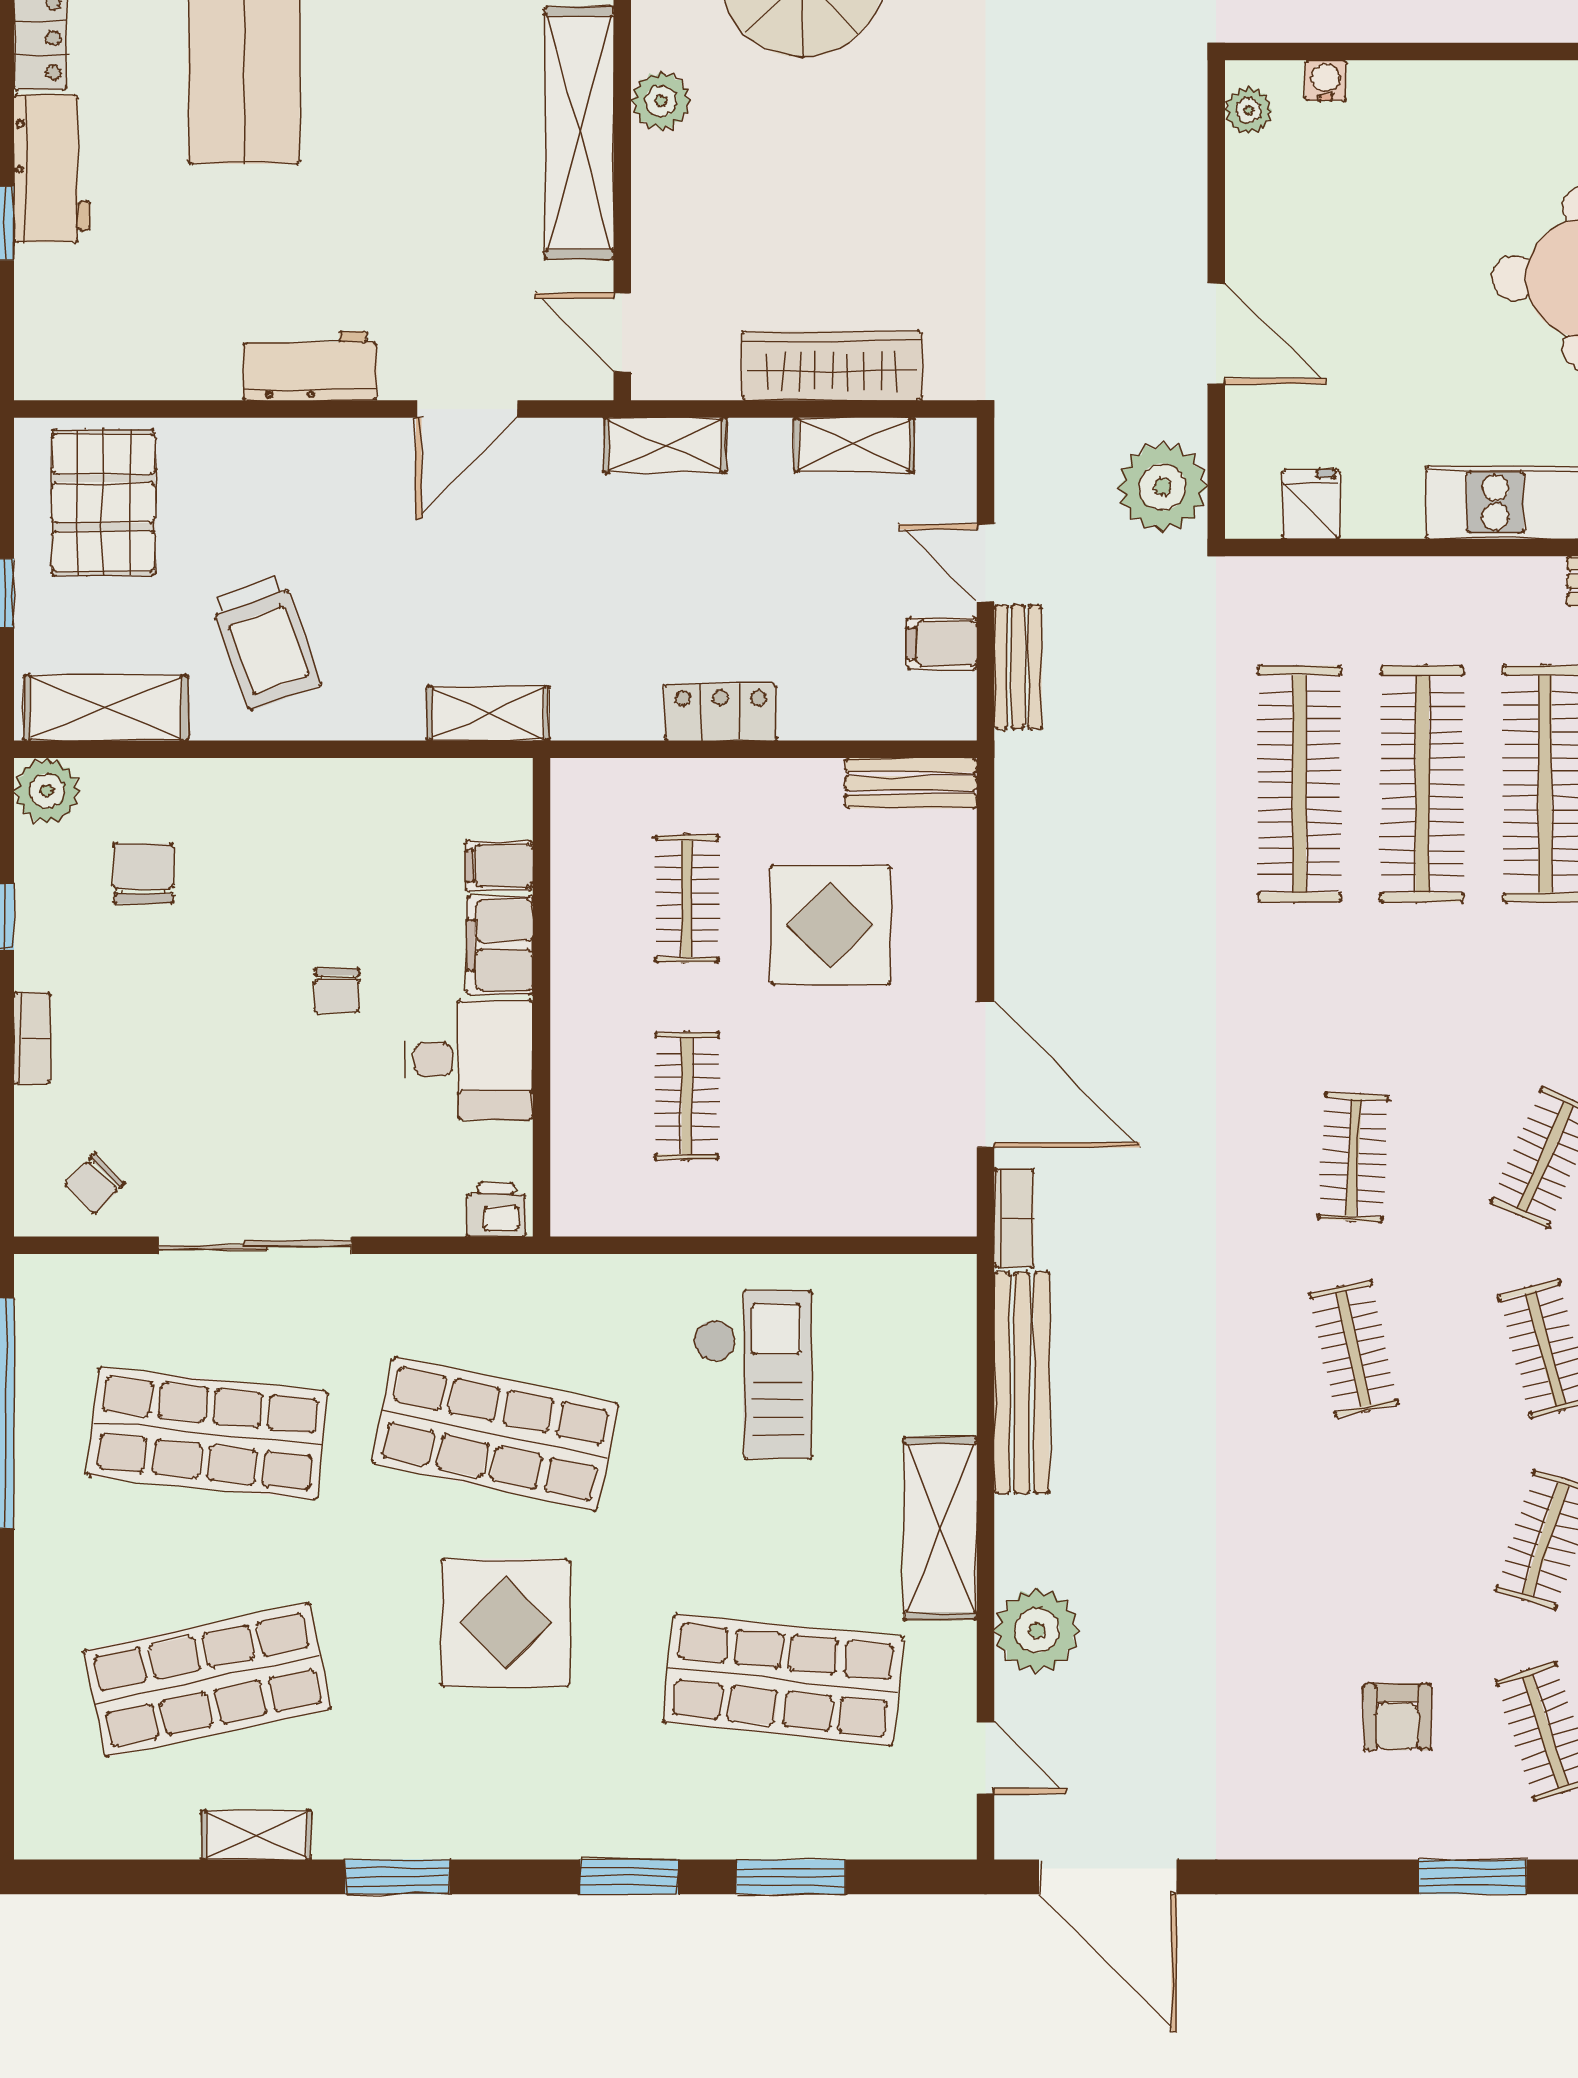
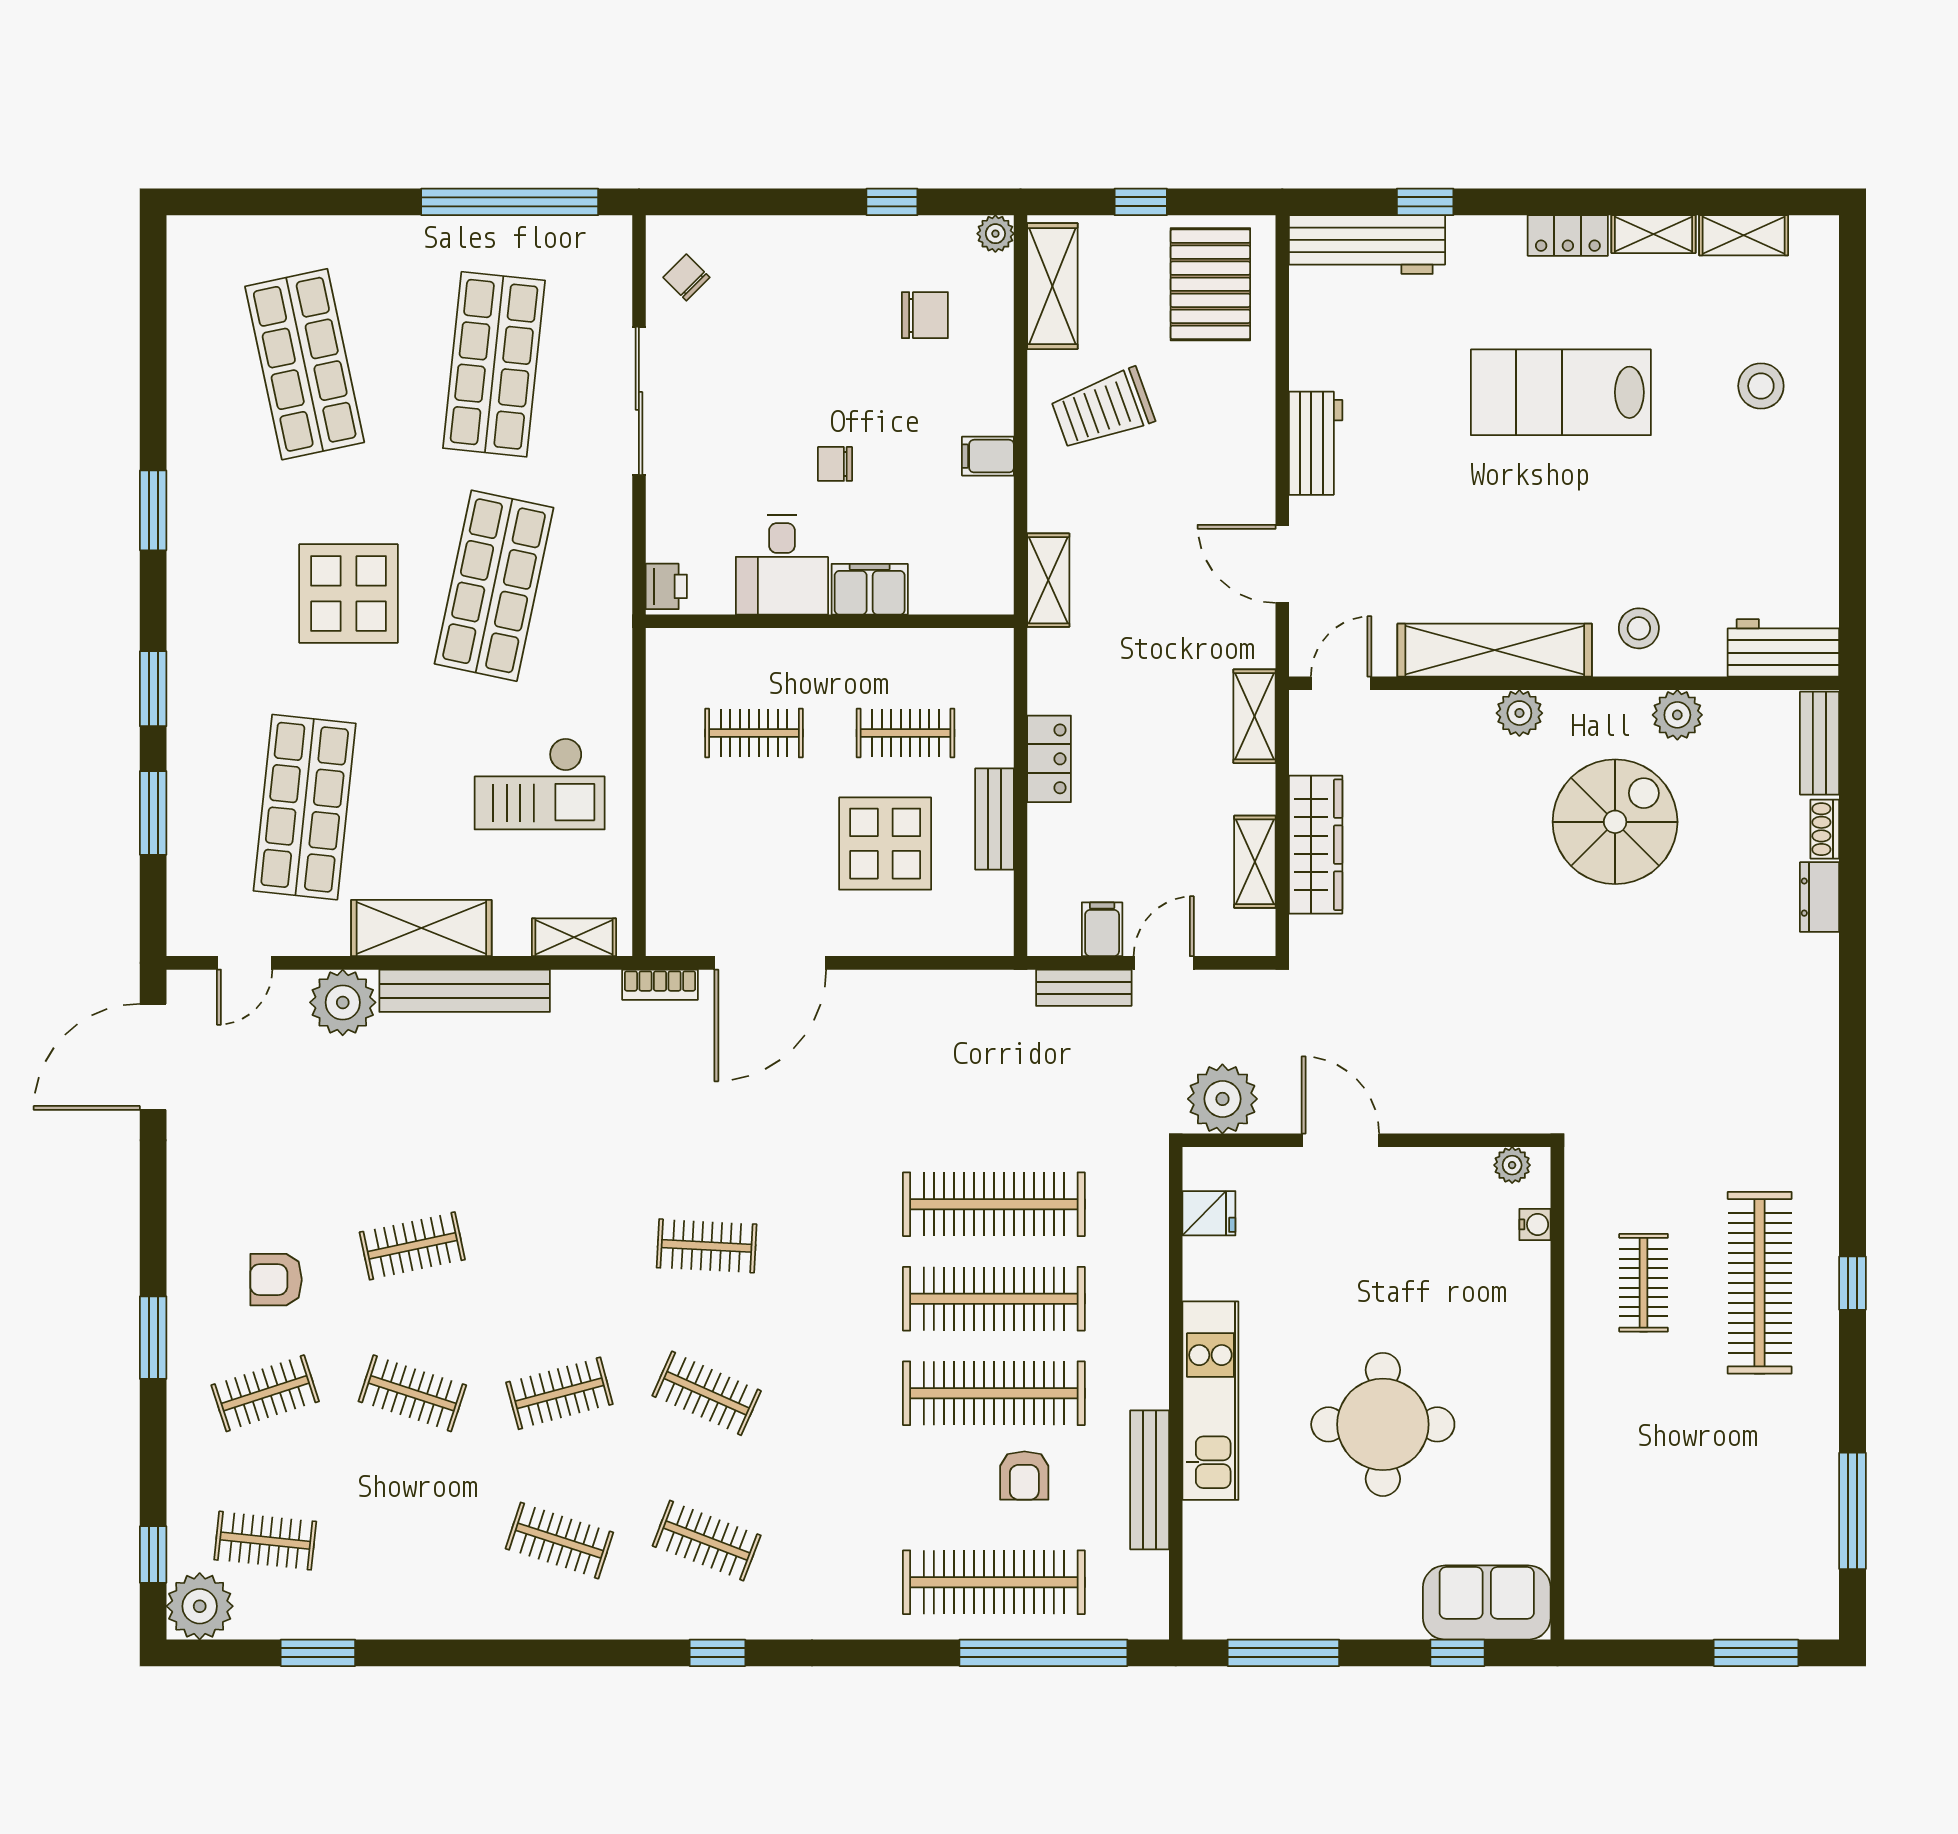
workbench: (52, 168) -> (1367, 245), moved, width x1.38
door: (1216, 334) -> (1340, 1140), swing flipped
pallet: (103, 503) -> (1210, 284), turned 90
bench: (911, 783) -> (995, 819), moved
plant: (47, 791) -> (995, 234), width x0.73, depth x0.73
filing cabinet: (499, 866) -> (988, 456), moved, turned -90
bookcase: (32, 1038) -> (798, 229), removed
clothes rail: (1354, 1349) -> (412, 1246), moved
bench: (1022, 1383) -> (465, 991), moved
shelving: (256, 1835) -> (574, 937), moved, turned 90

